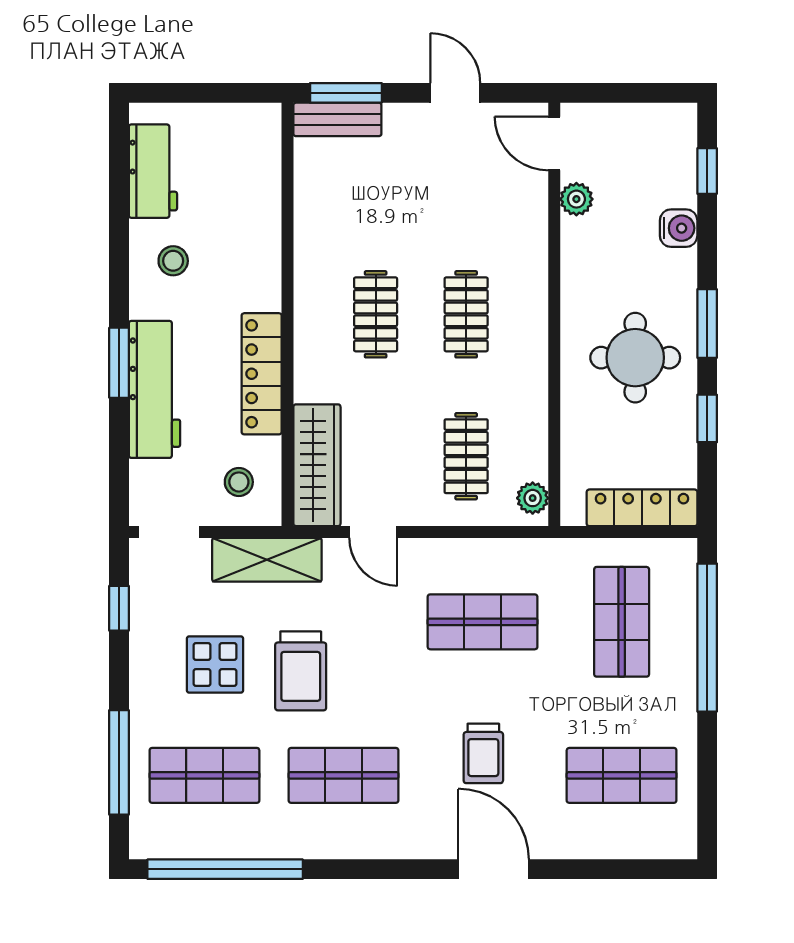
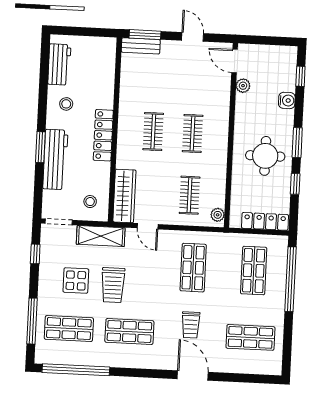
locker: (262, 374) -> (103, 135), moved
shop shelf: (483, 622) -> (193, 268), turned 90

